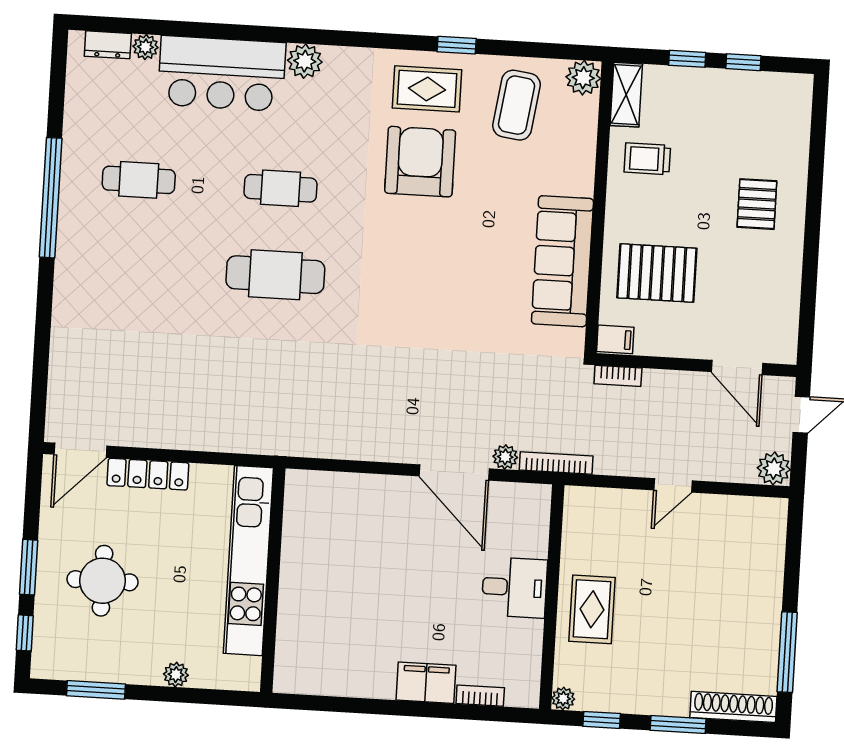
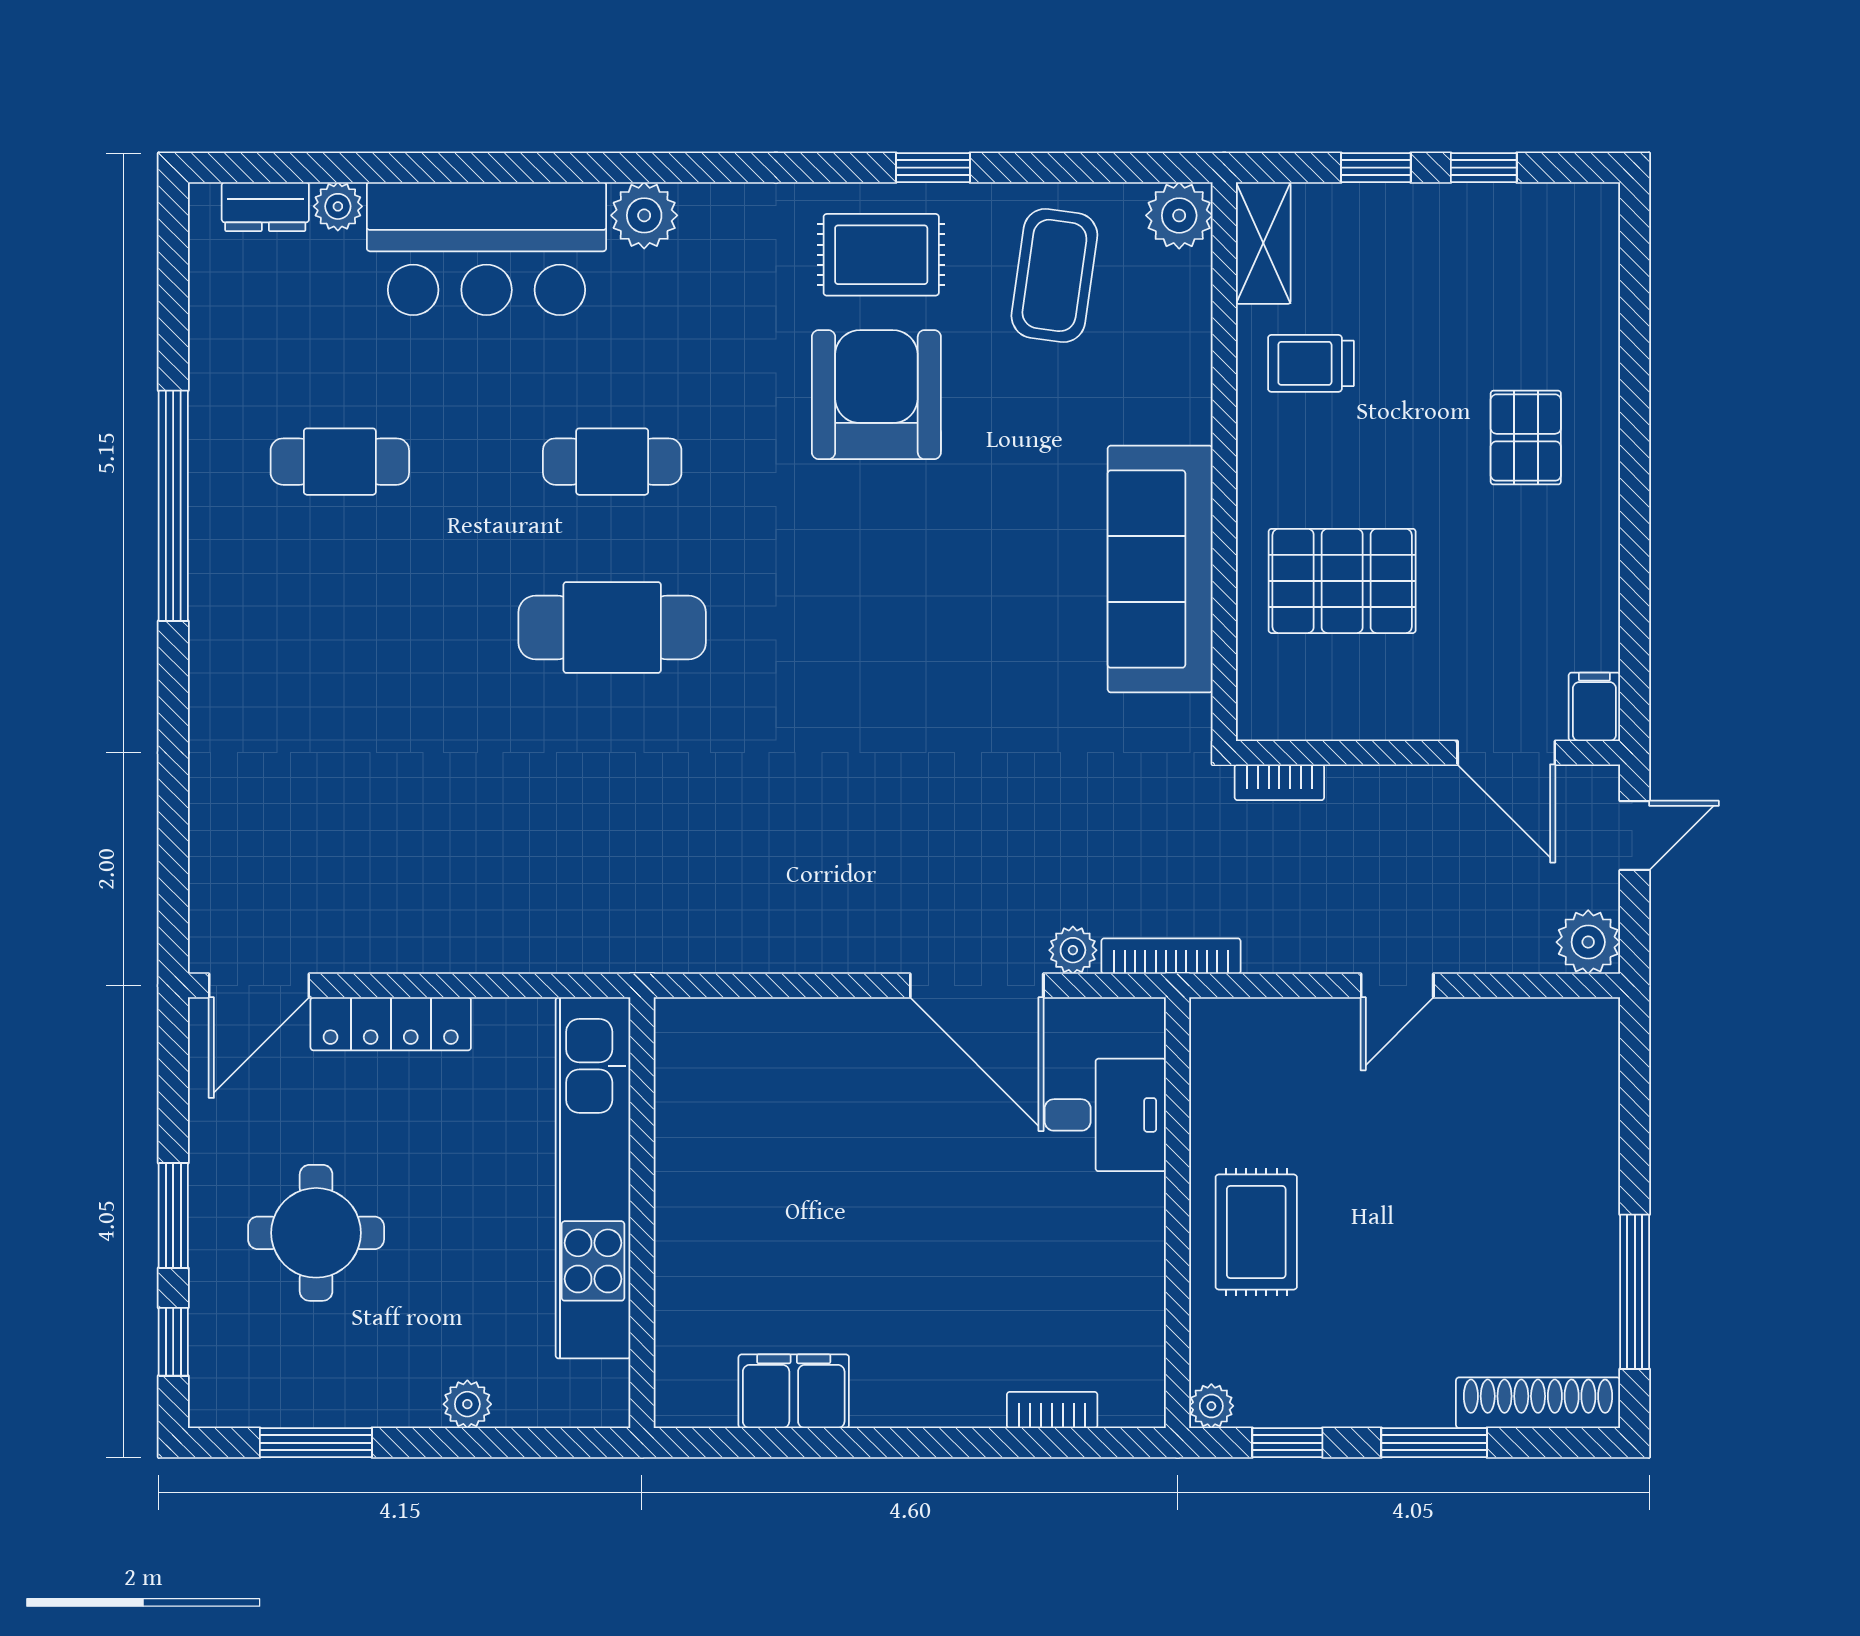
filing cabinet: (615, 339) -> (1594, 707), moved, turned -90
desk: (514, 587) -> (1105, 1115), moved
filing cabinet: (426, 683) -> (794, 1391), moved

